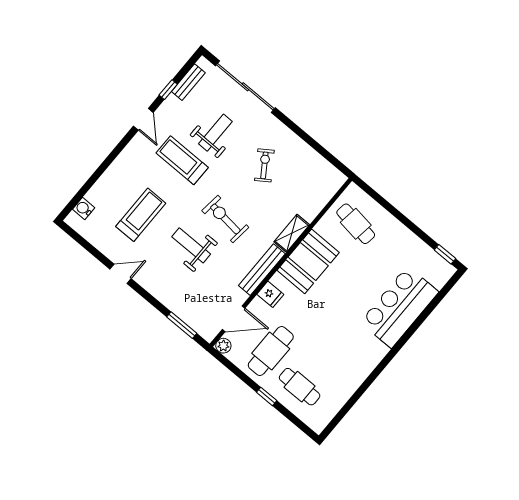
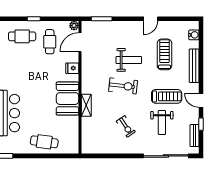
treadmill: (141, 215) -> (164, 54), turned 180
cafe table: (356, 224) -> (44, 142), moved
bench: (262, 270) -> (194, 66), moved
cafe table: (271, 351) -> (50, 42), width x0.73, depth x0.74

